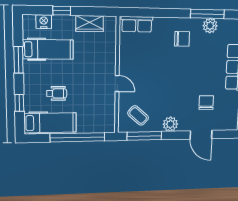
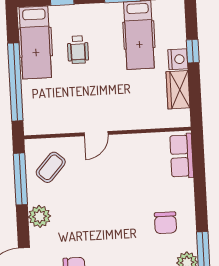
nightstand: (44, 22) -> (178, 59), moved

